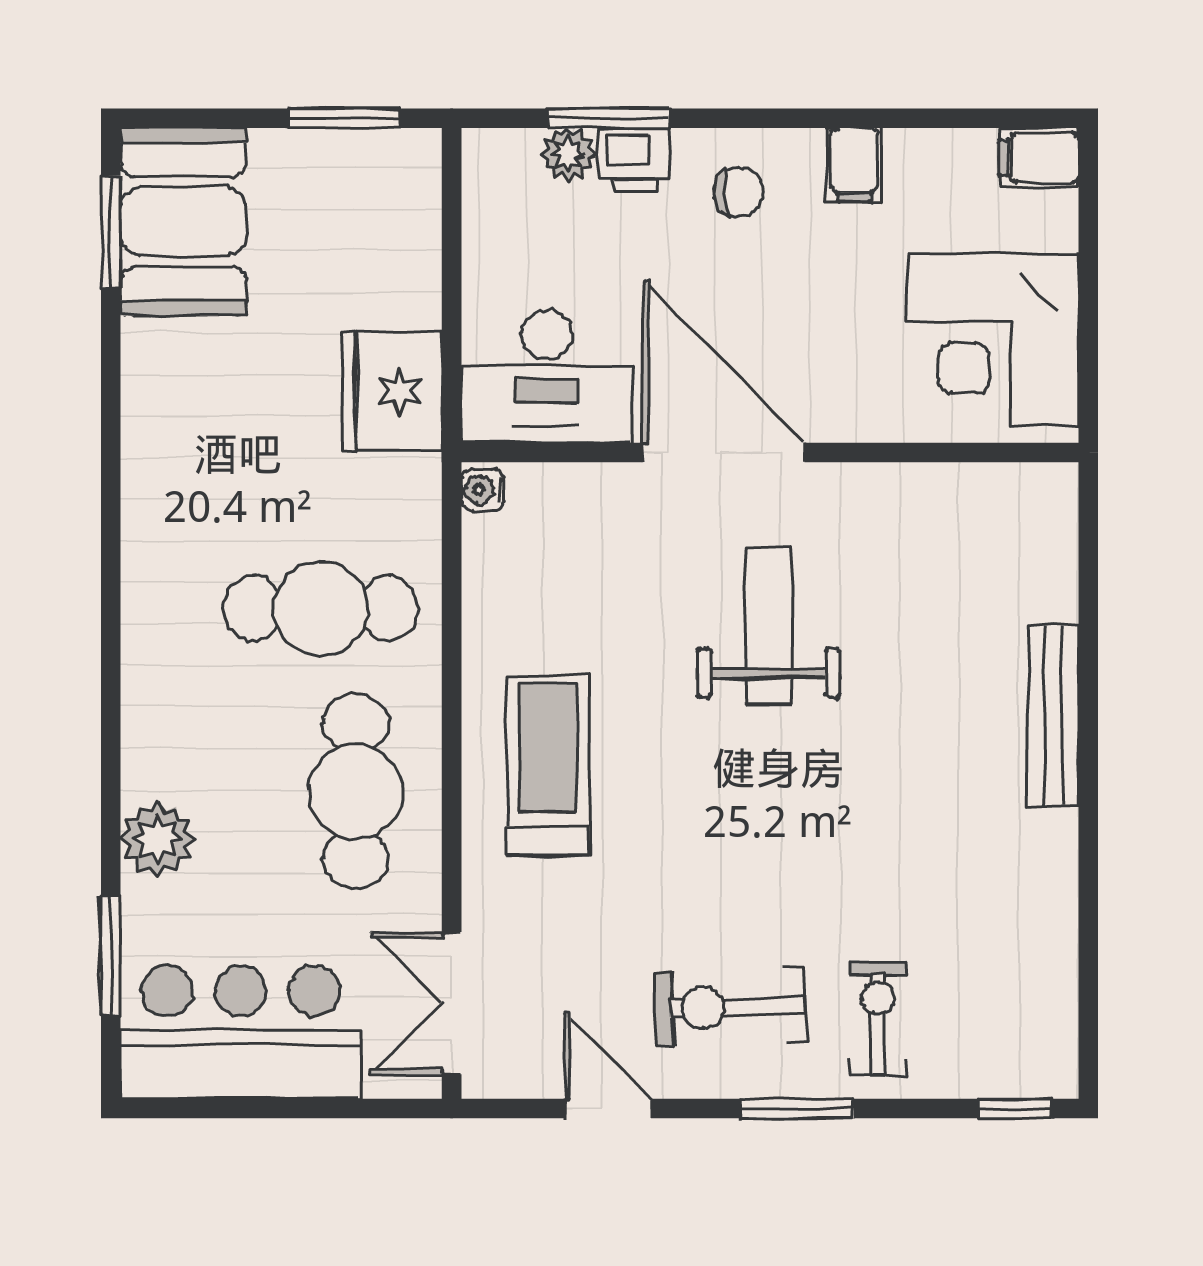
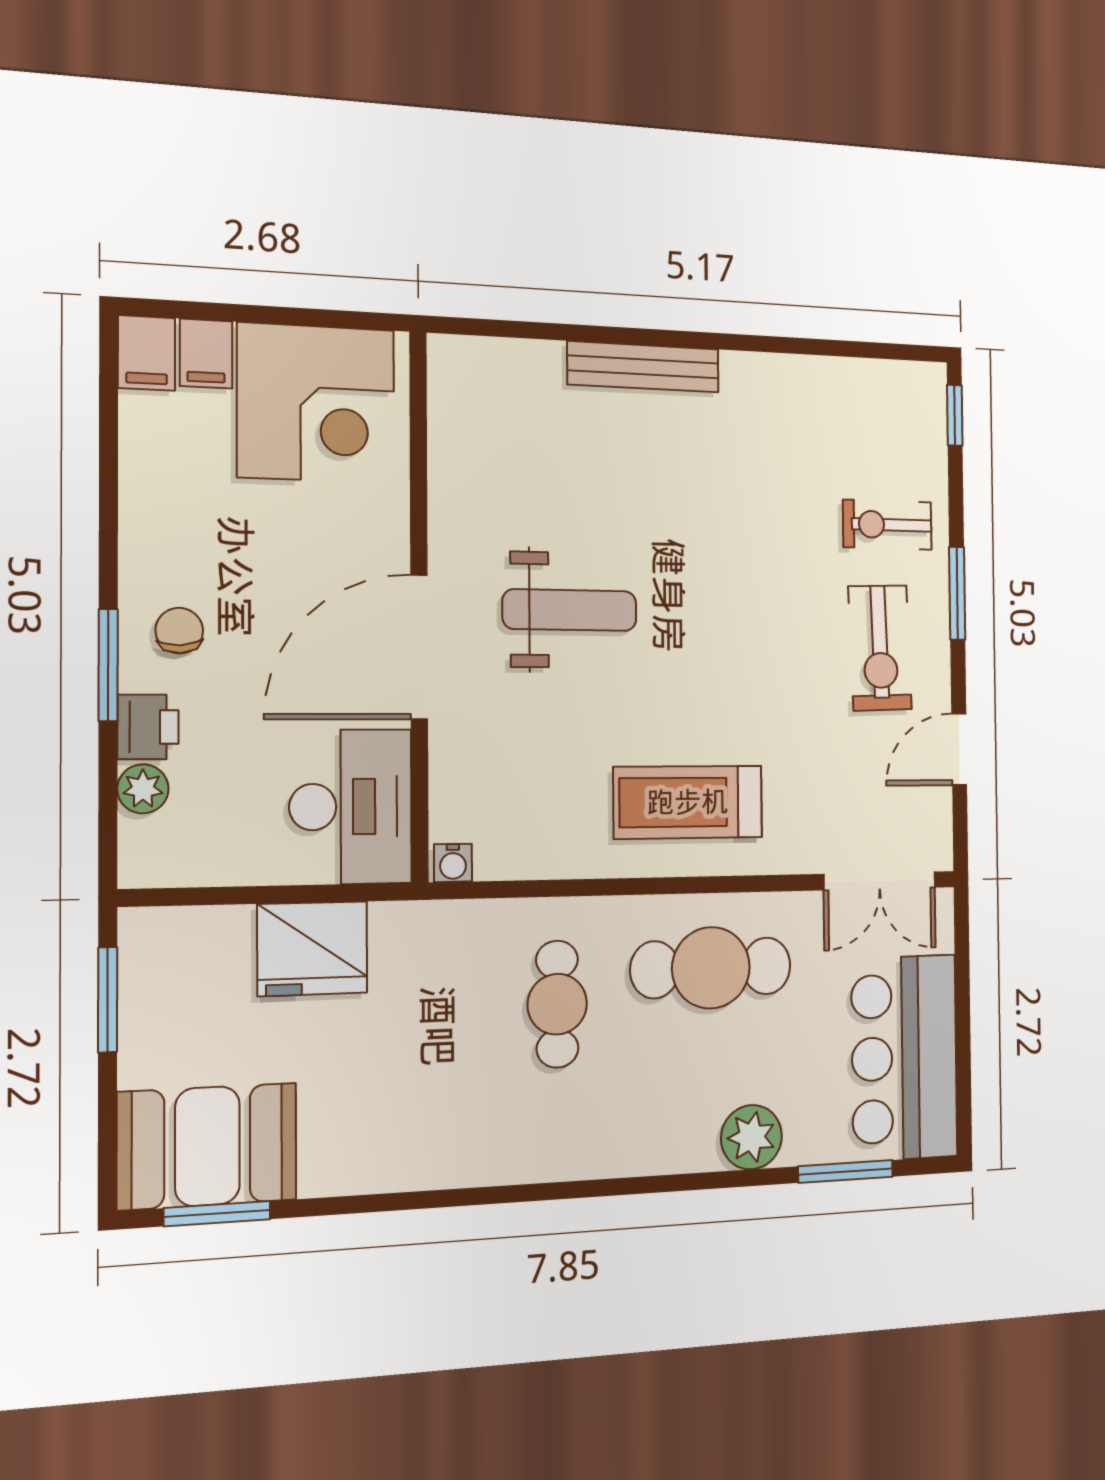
window: (609, 118) -> (108, 665), moved
filing cabinet: (854, 165) -> (206, 354), moved, turned 90
fridge: (392, 391) -> (312, 949), moved
cafe table: (321, 608) -> (557, 1004), width x0.73, depth x0.74
weight bench: (768, 626) -> (570, 610), turned 180

